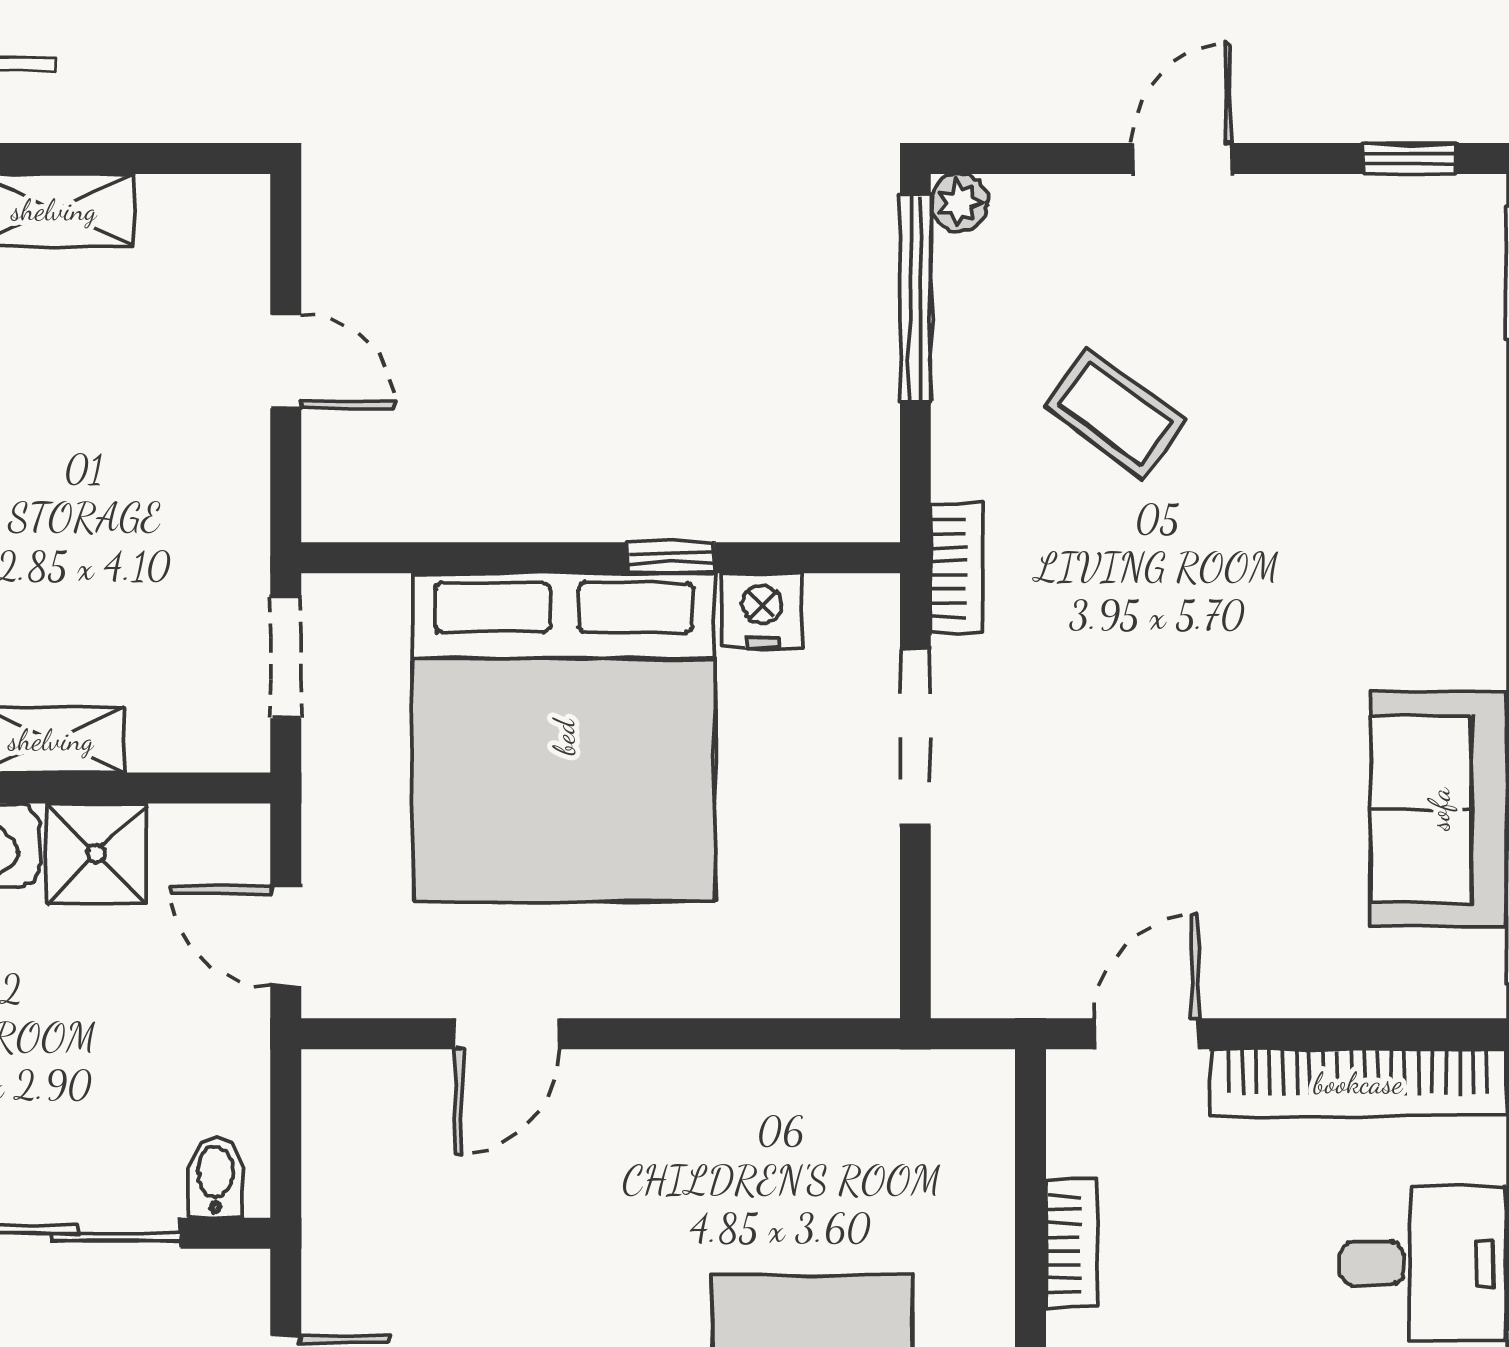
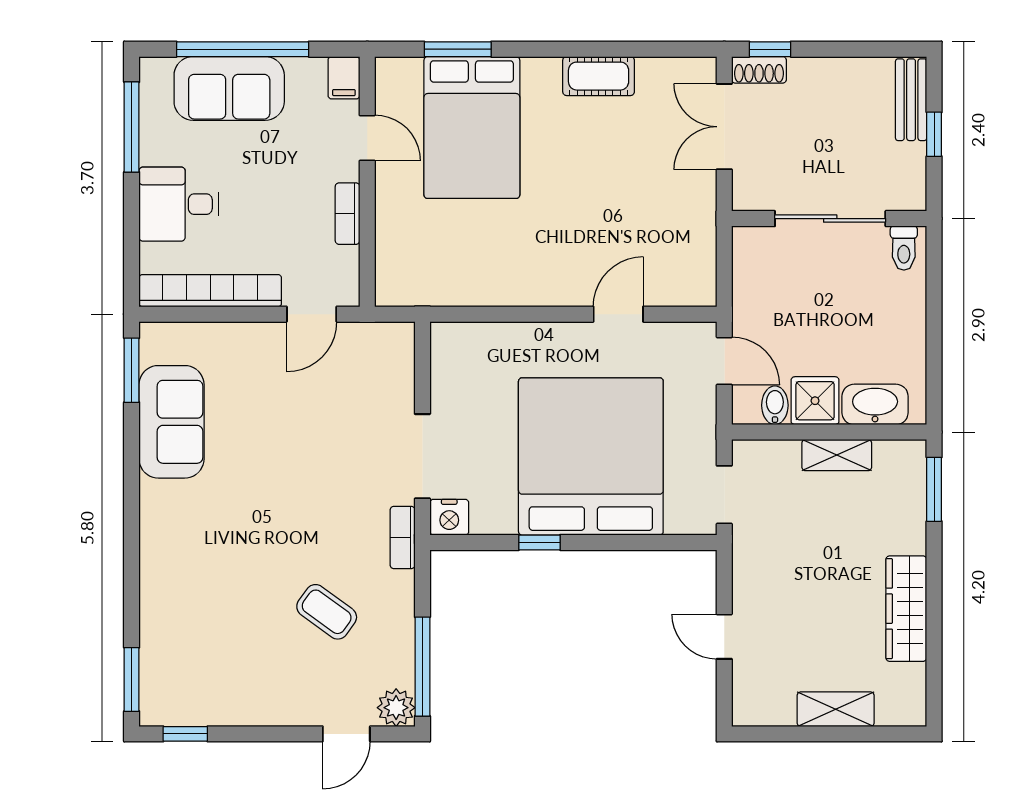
door: (1182, 159) -> (346, 734), moved
plant: (960, 203) -> (396, 708), width x1.38, depth x1.38
nightstand: (762, 610) -> (449, 517), moved
bidet: (215, 1177) -> (775, 405), moved, turned 180

